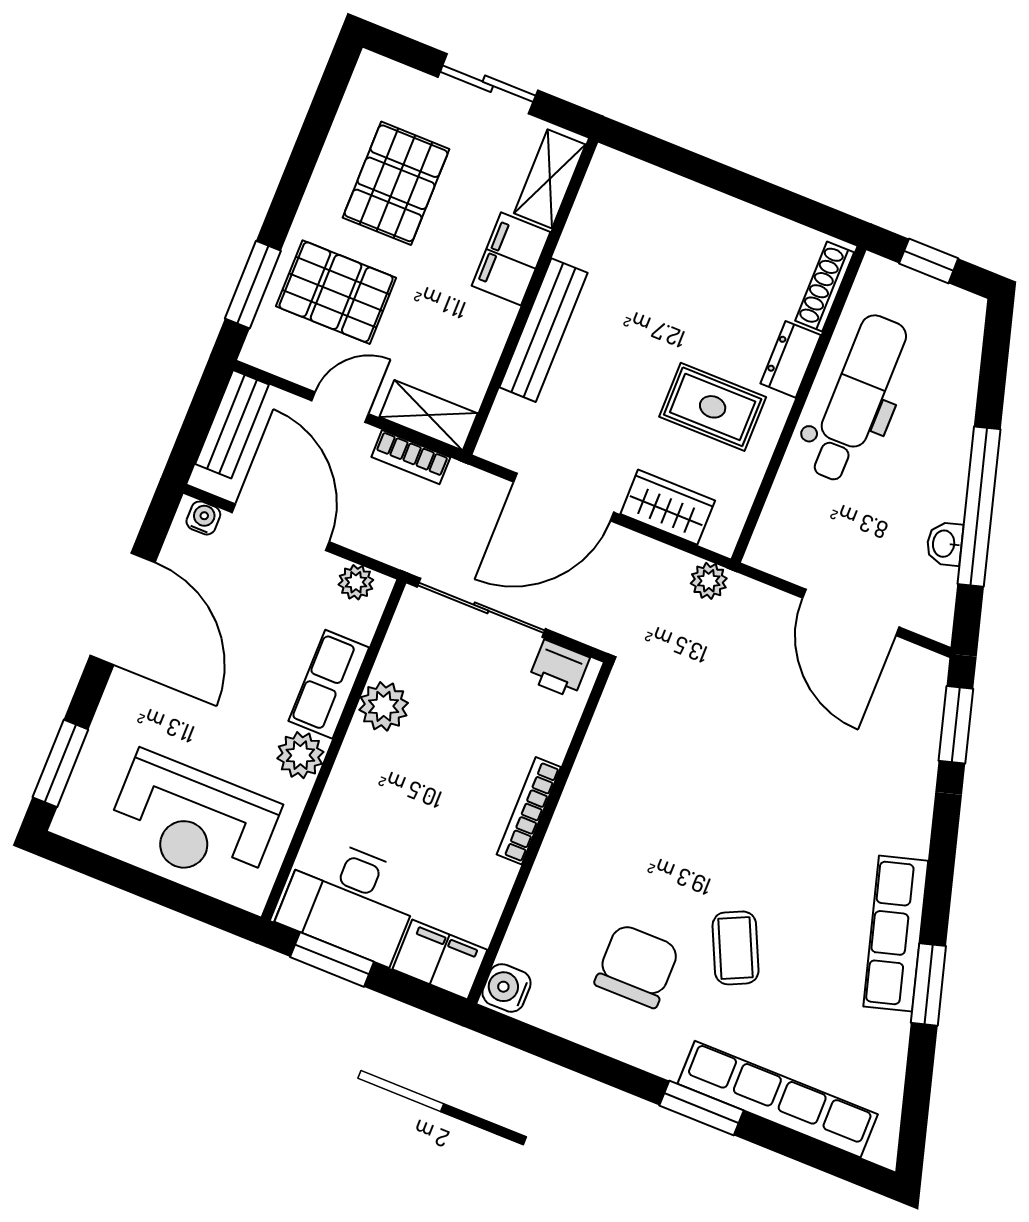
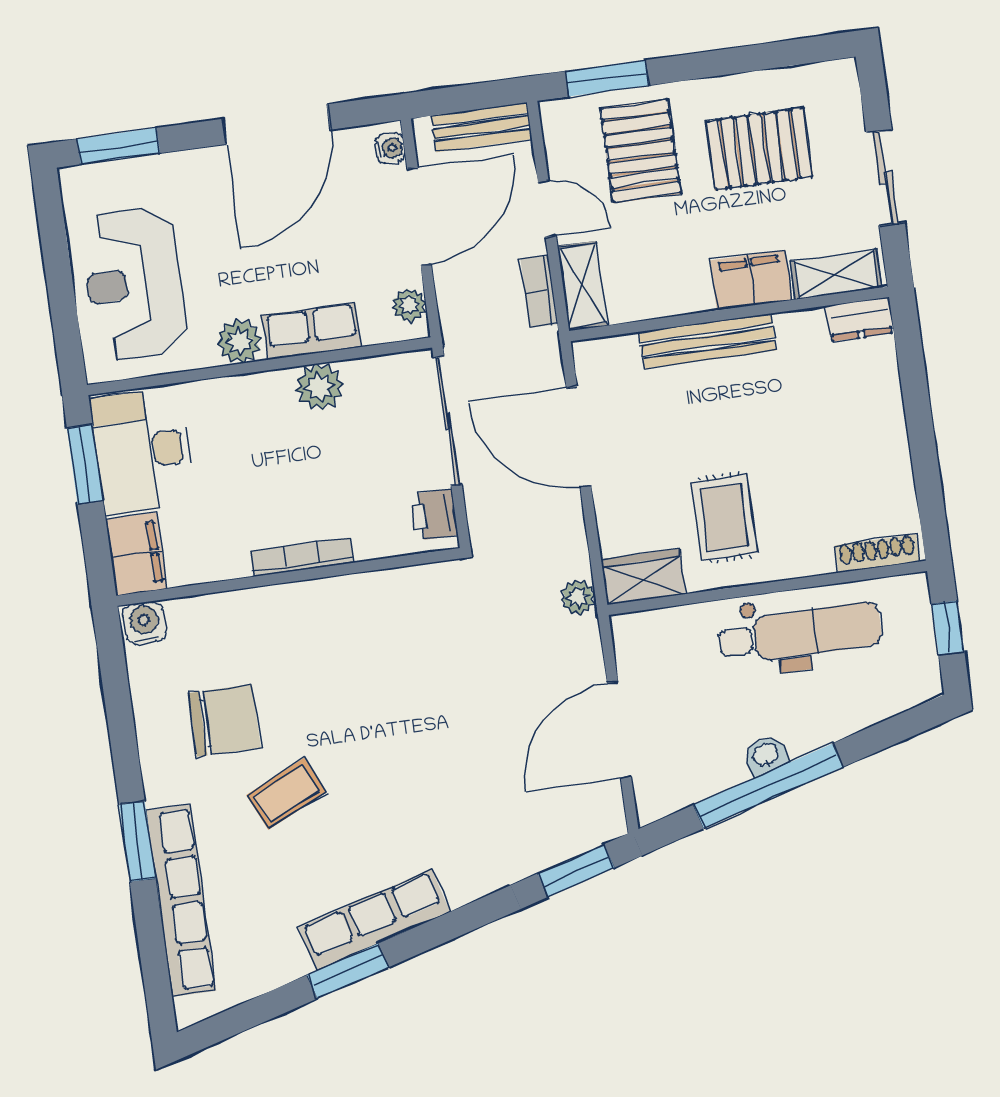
dresser: (791, 359) -> (860, 319), moved, turned 180
wardrobe: (668, 507) -> (643, 577), moved, turned -90
washbasin: (945, 544) -> (766, 755), moved

